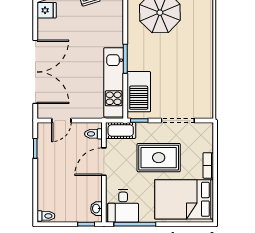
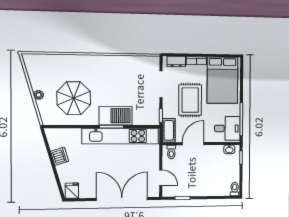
kitchen unit: (114, 82) -> (120, 136), width x1.36
barbecue: (139, 92) -> (116, 116), moved
dresser: (207, 140) -> (176, 61), added
door: (104, 162) -> (193, 144), swing flipped

